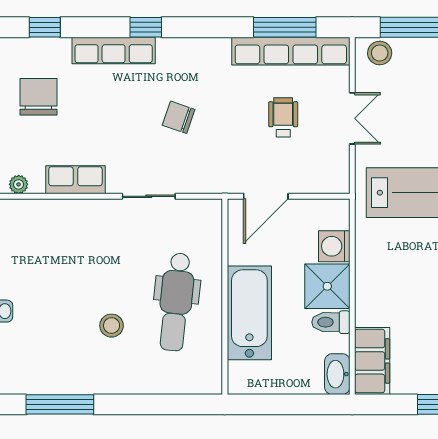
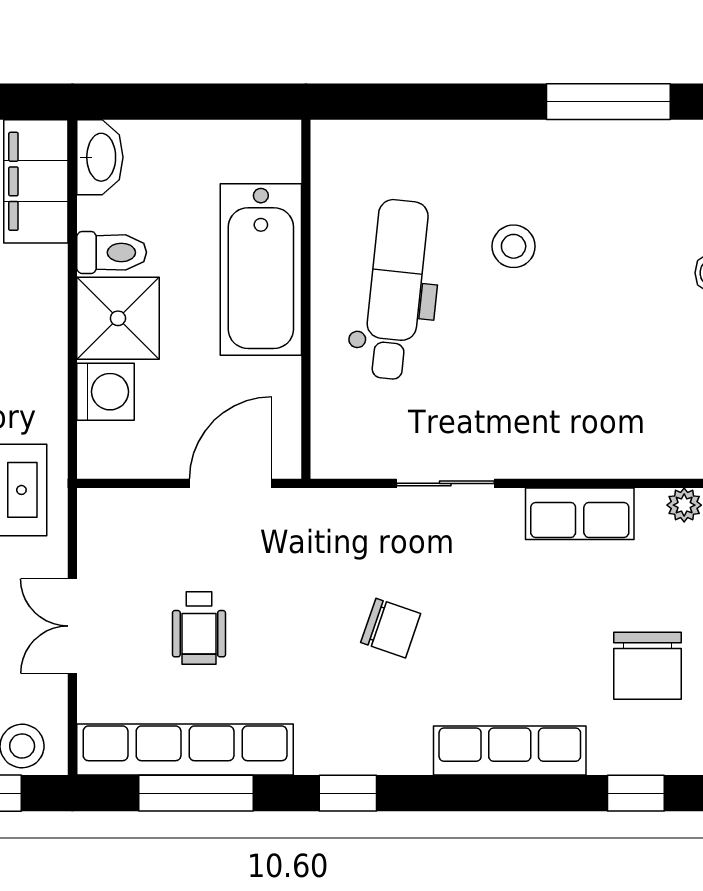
window: (146, 27) -> (348, 793), moved

